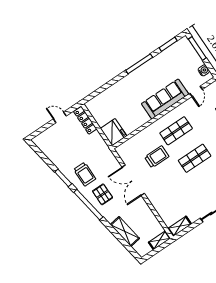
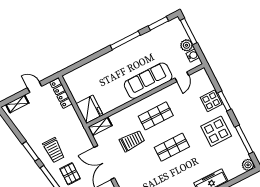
plant: (197, 62) -> (186, 45), added
shelving: (45, 135) -> (17, 104), added
shelving: (125, 147) -> (100, 126), added

